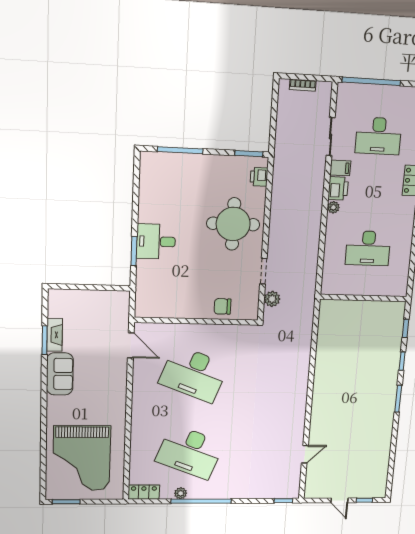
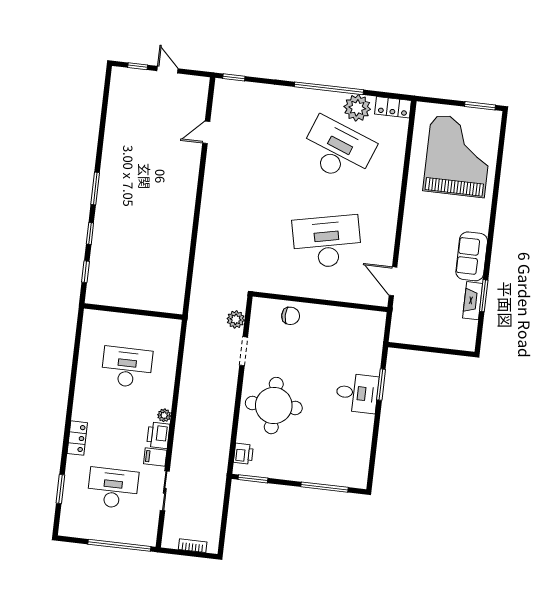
desk: (194, 374) -> (327, 242), turned -33
plant: (181, 493) -> (357, 108), width x1.88, depth x1.88

